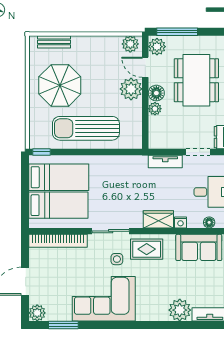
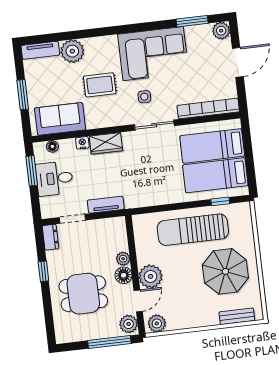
door: (145, 67) -> (138, 301), hinge flipped
dining table: (196, 80) -> (83, 294), width x0.73
sun lounger: (86, 128) -> (193, 230), turned 180
window: (42, 152) -> (220, 201), moved
rug: (147, 249) -> (100, 85), moved

